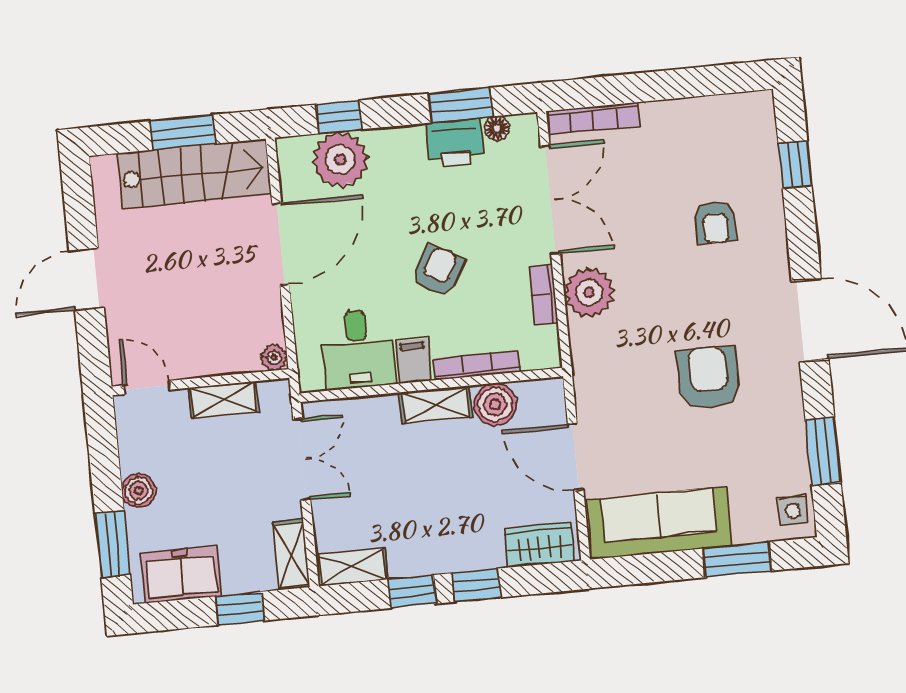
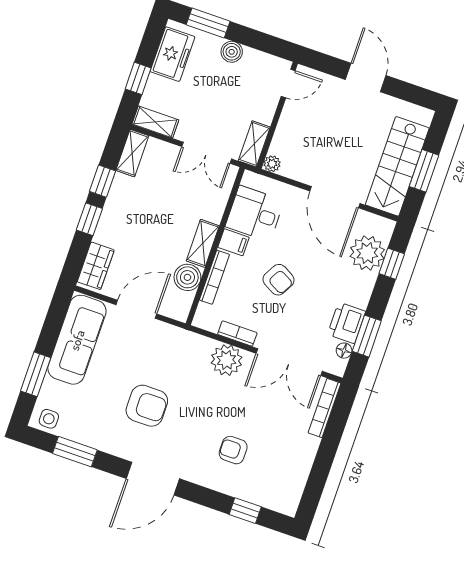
shelving: (224, 400) -> (254, 144), moved

